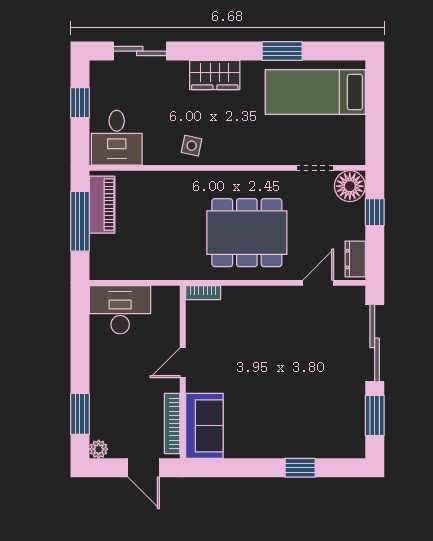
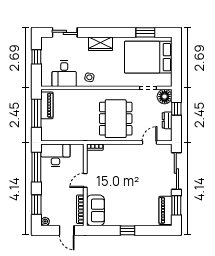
window: (282, 51) -> (145, 32), moved
bed: (315, 92) -> (148, 57), width x1.50
desk: (117, 138) -> (64, 74), moved
dining table: (247, 233) -> (116, 119), turned 90
dresser: (355, 259) -> (167, 120), moved
window: (80, 335) -> (36, 167), added
piano: (352, 426) -> (165, 210), added
window: (300, 468) -> (127, 230), moved

